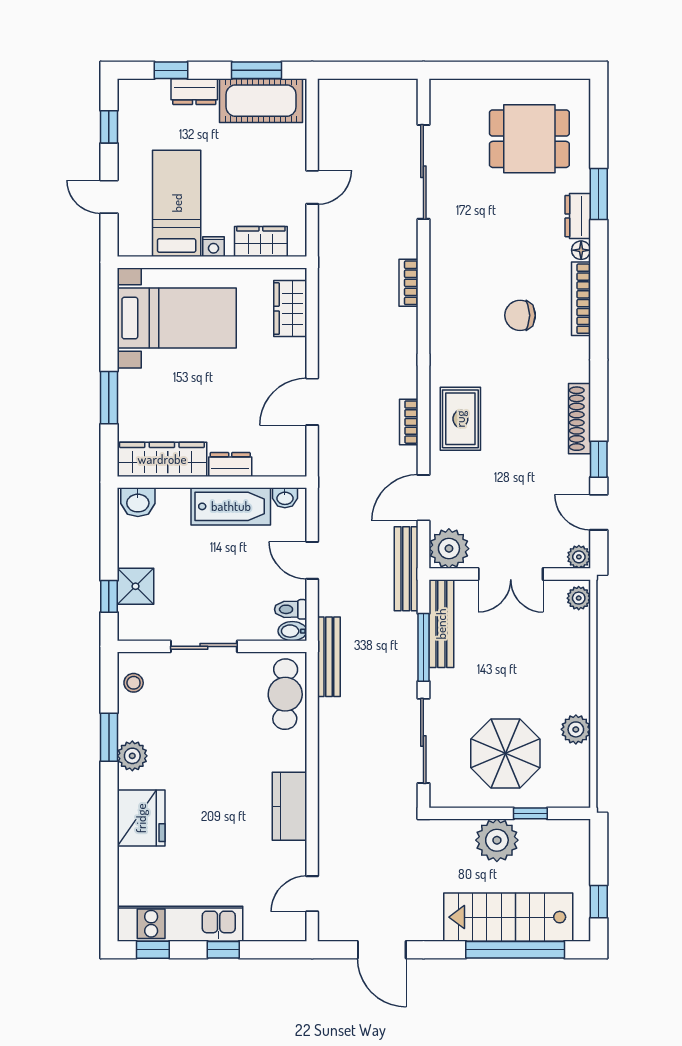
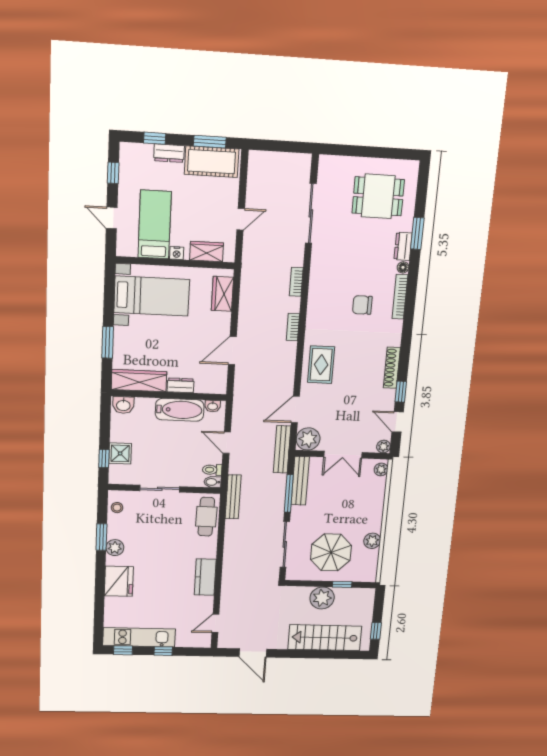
bookcase: (409, 422) -> (293, 327), moved
window: (515, 950) -> (327, 654), removed

